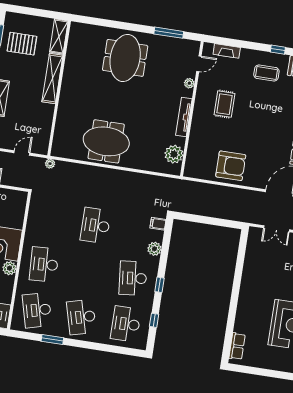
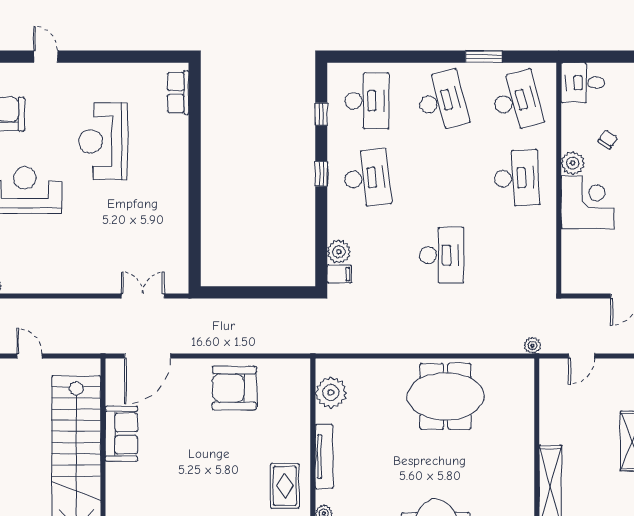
rug: (224, 104) -> (285, 486), moved
plant: (154, 249) -> (339, 252), moved

